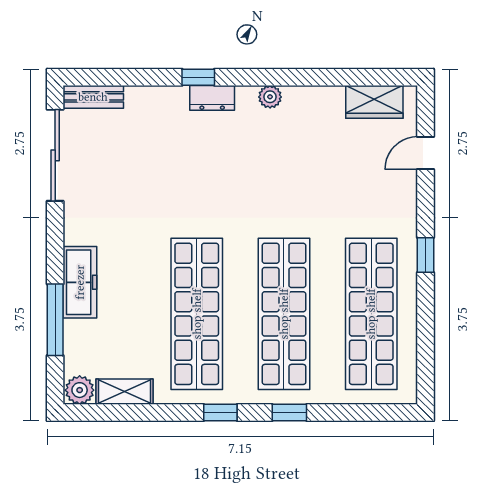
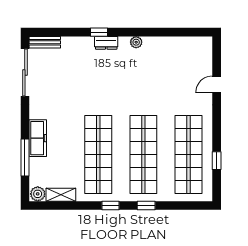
wardrobe: (374, 102) -> (190, 45), removed
door: (426, 153) -> (217, 84), moved
window: (426, 255) -> (217, 161), moved

